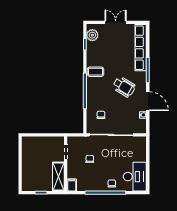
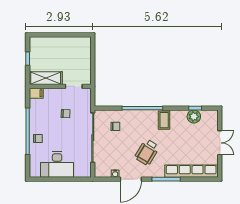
plant: (92, 35) -> (194, 117), moved
desk: (135, 177) -> (57, 165), moved

